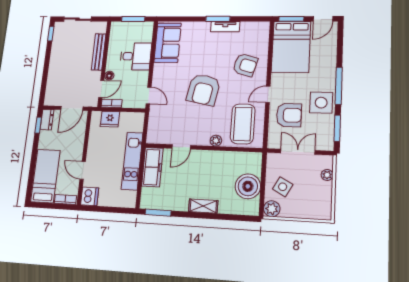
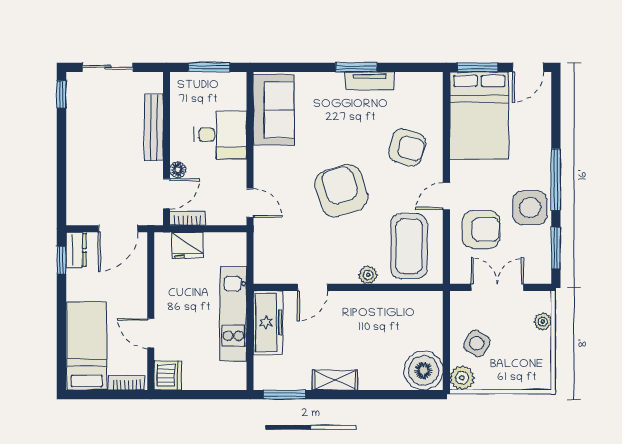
armchair: (203, 90) -> (341, 191), turned 151
boiler: (248, 186) -> (423, 371), moved
shelving: (203, 206) -> (335, 380), moved

